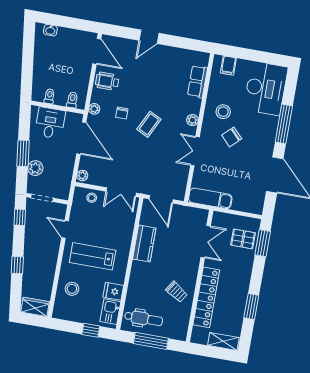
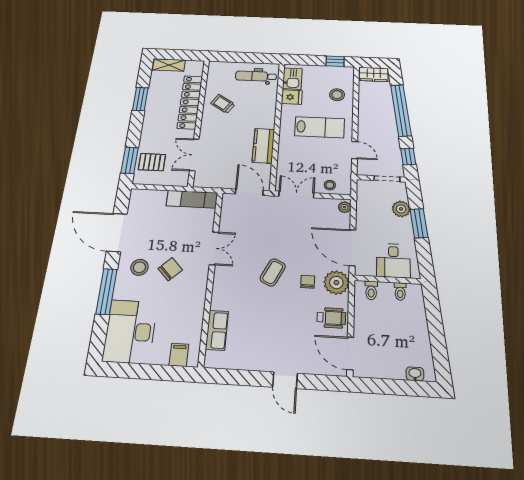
door: (149, 37) -> (285, 380), swing flipped
plant: (94, 109) -> (336, 283), width x1.87, depth x1.87
stool: (223, 112) -> (139, 267), moved
plant: (192, 120) -> (220, 283), removed
window: (17, 265) -> (401, 110), width x3.17
window: (91, 330) -> (335, 61), moved
window: (151, 341) -> (246, 58), removed

